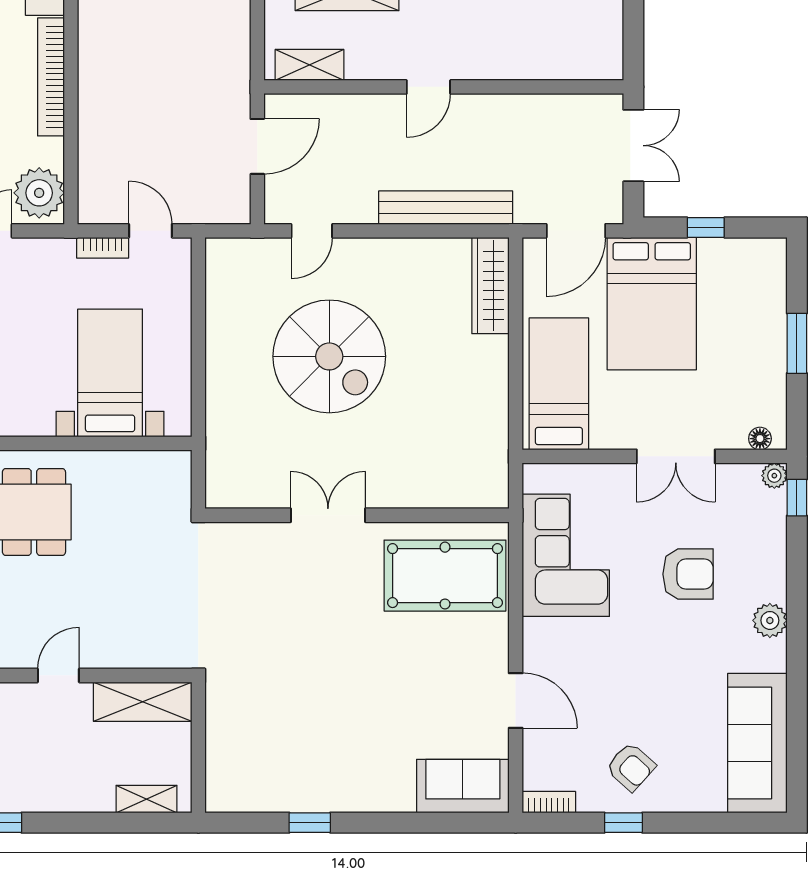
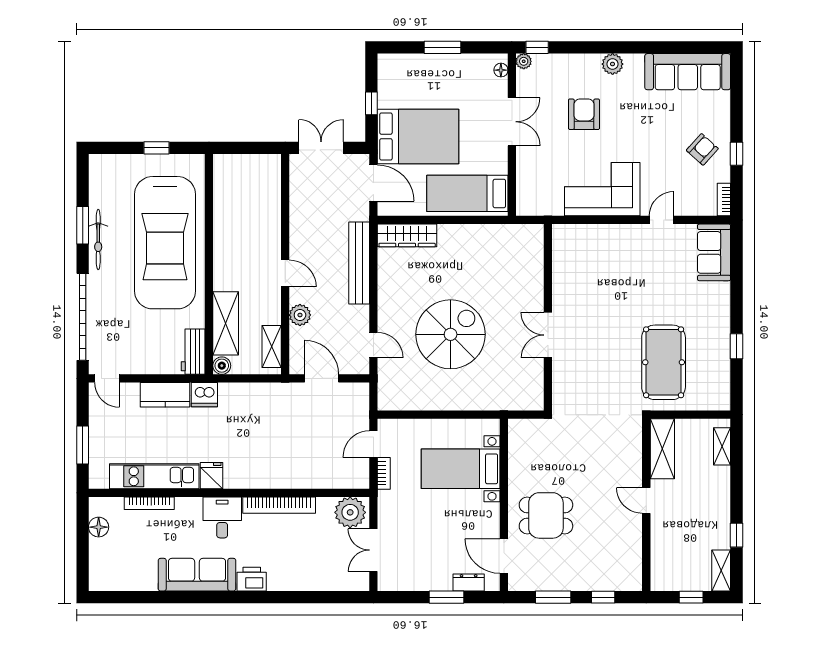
plant: (361, 111) -> (300, 315), added
corner sofa: (566, 555) -> (602, 189), moved
pool table: (445, 576) -> (664, 362), moved
door: (516, 700) -> (662, 220), width x0.73

